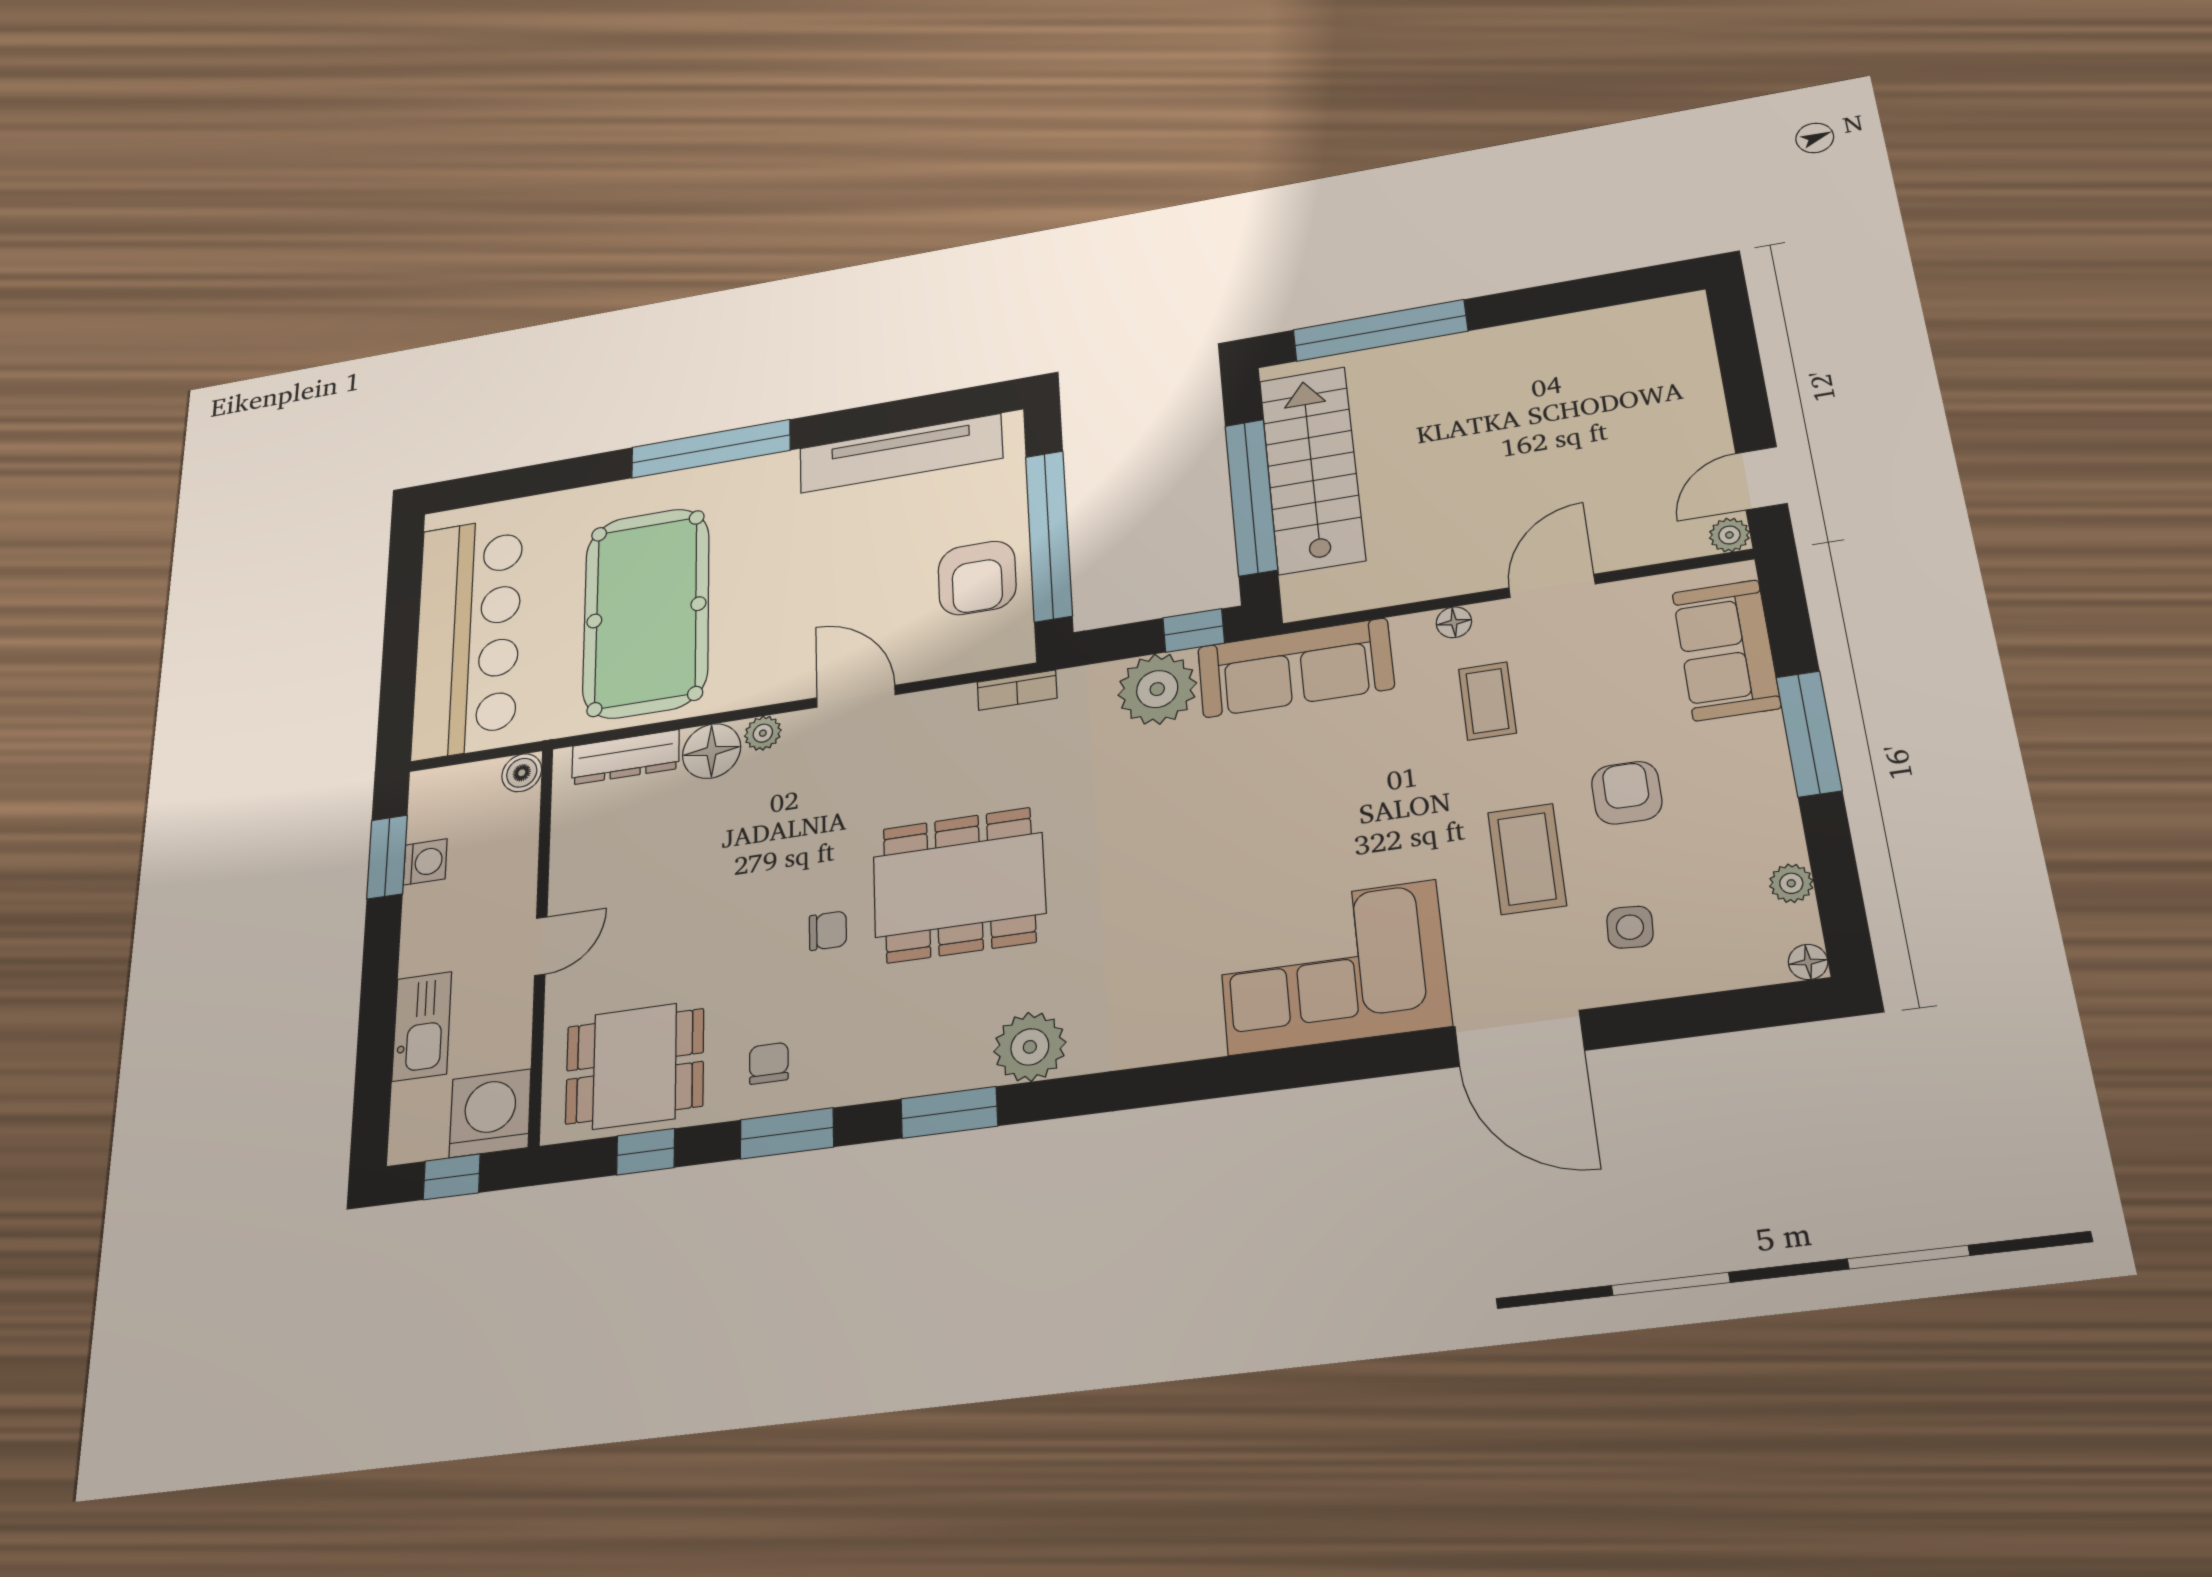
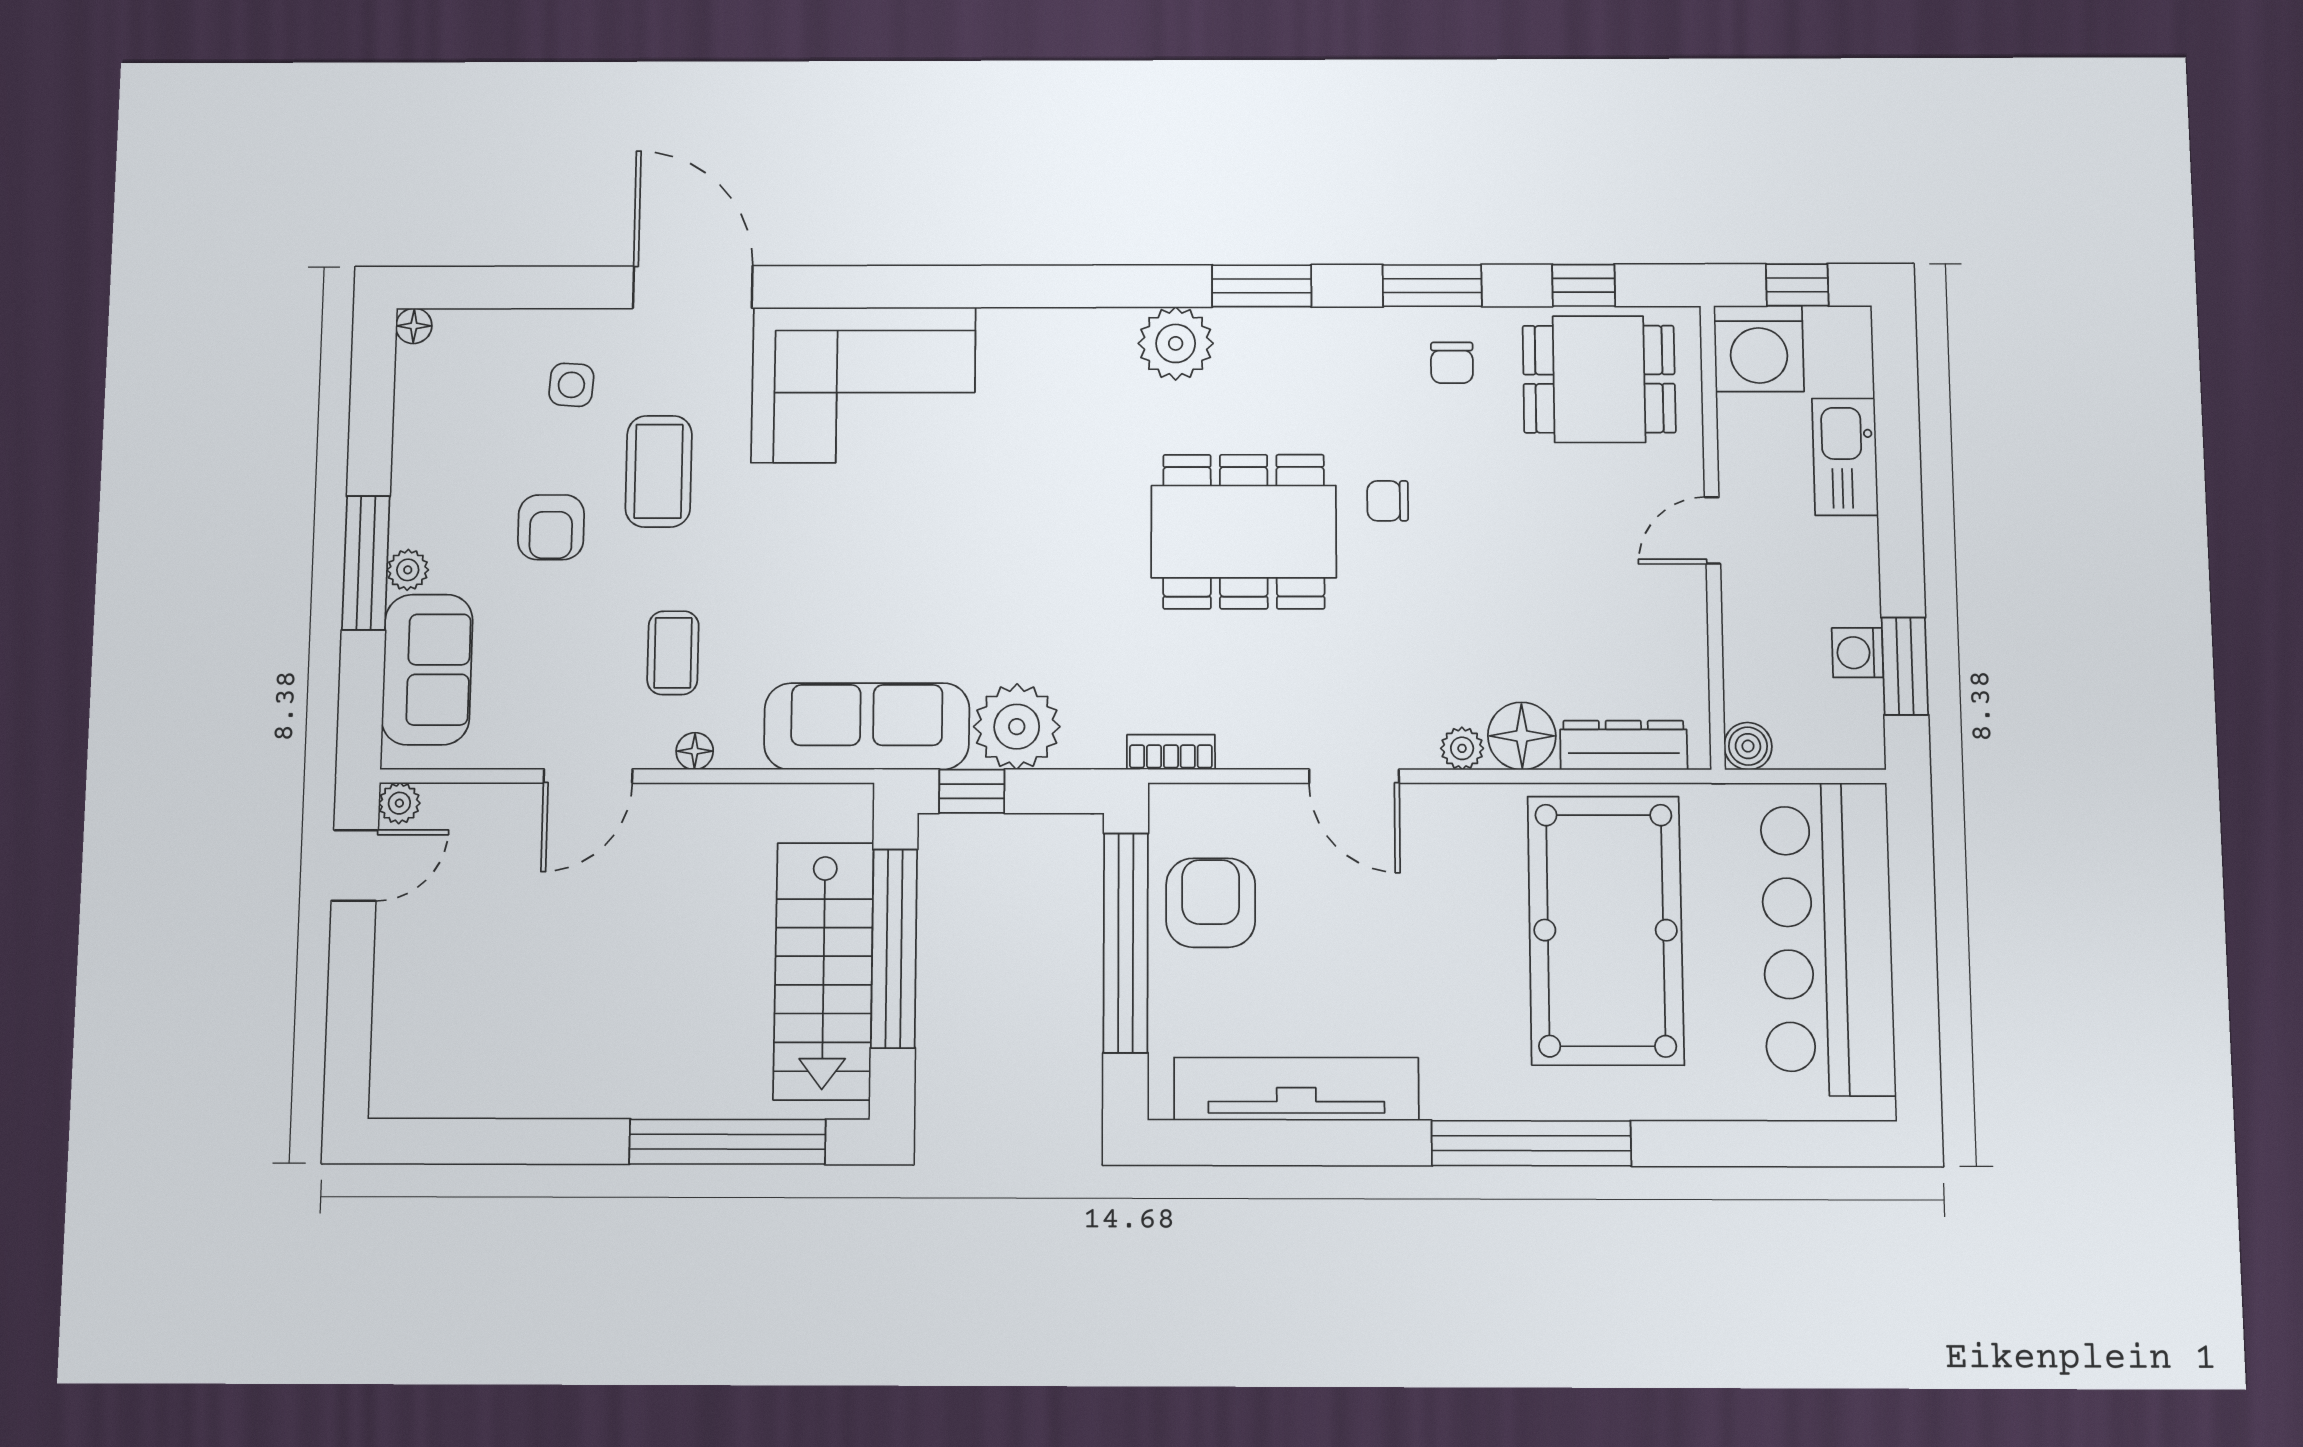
plant: (1791, 883) -> (408, 570), moved

